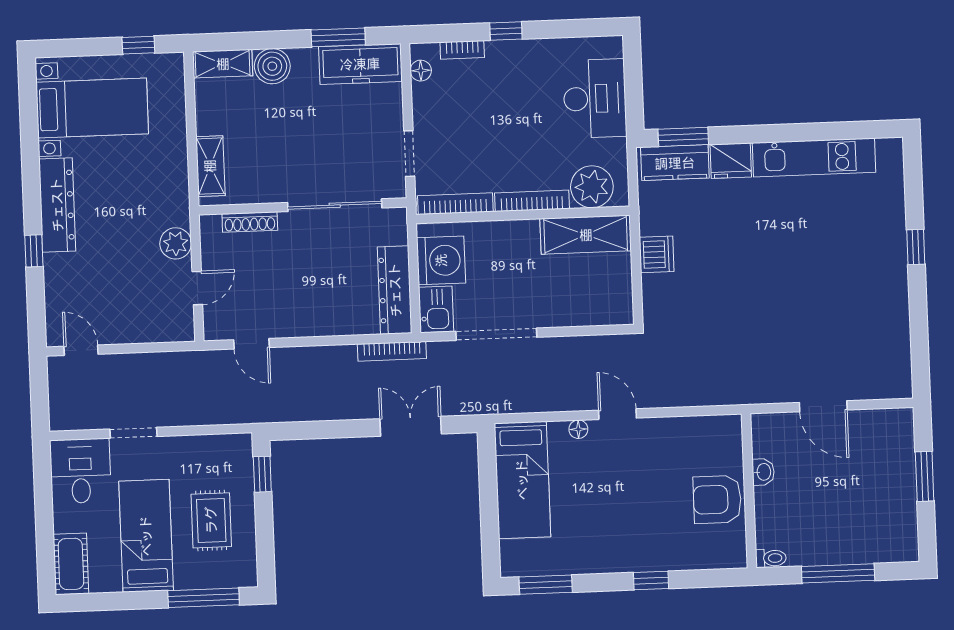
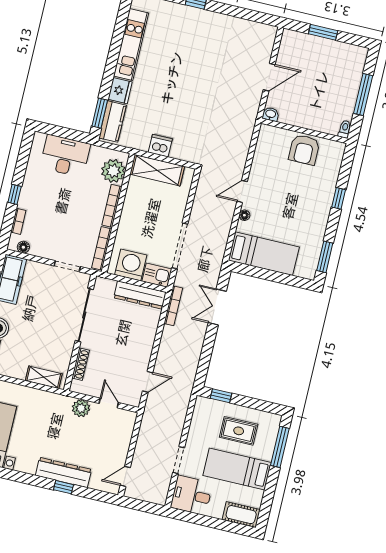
dresser: (57, 205) -> (63, 472), moved
shelving: (586, 235) -> (157, 170), moved, turned 90
washbasin: (763, 472) -> (271, 114), moved

